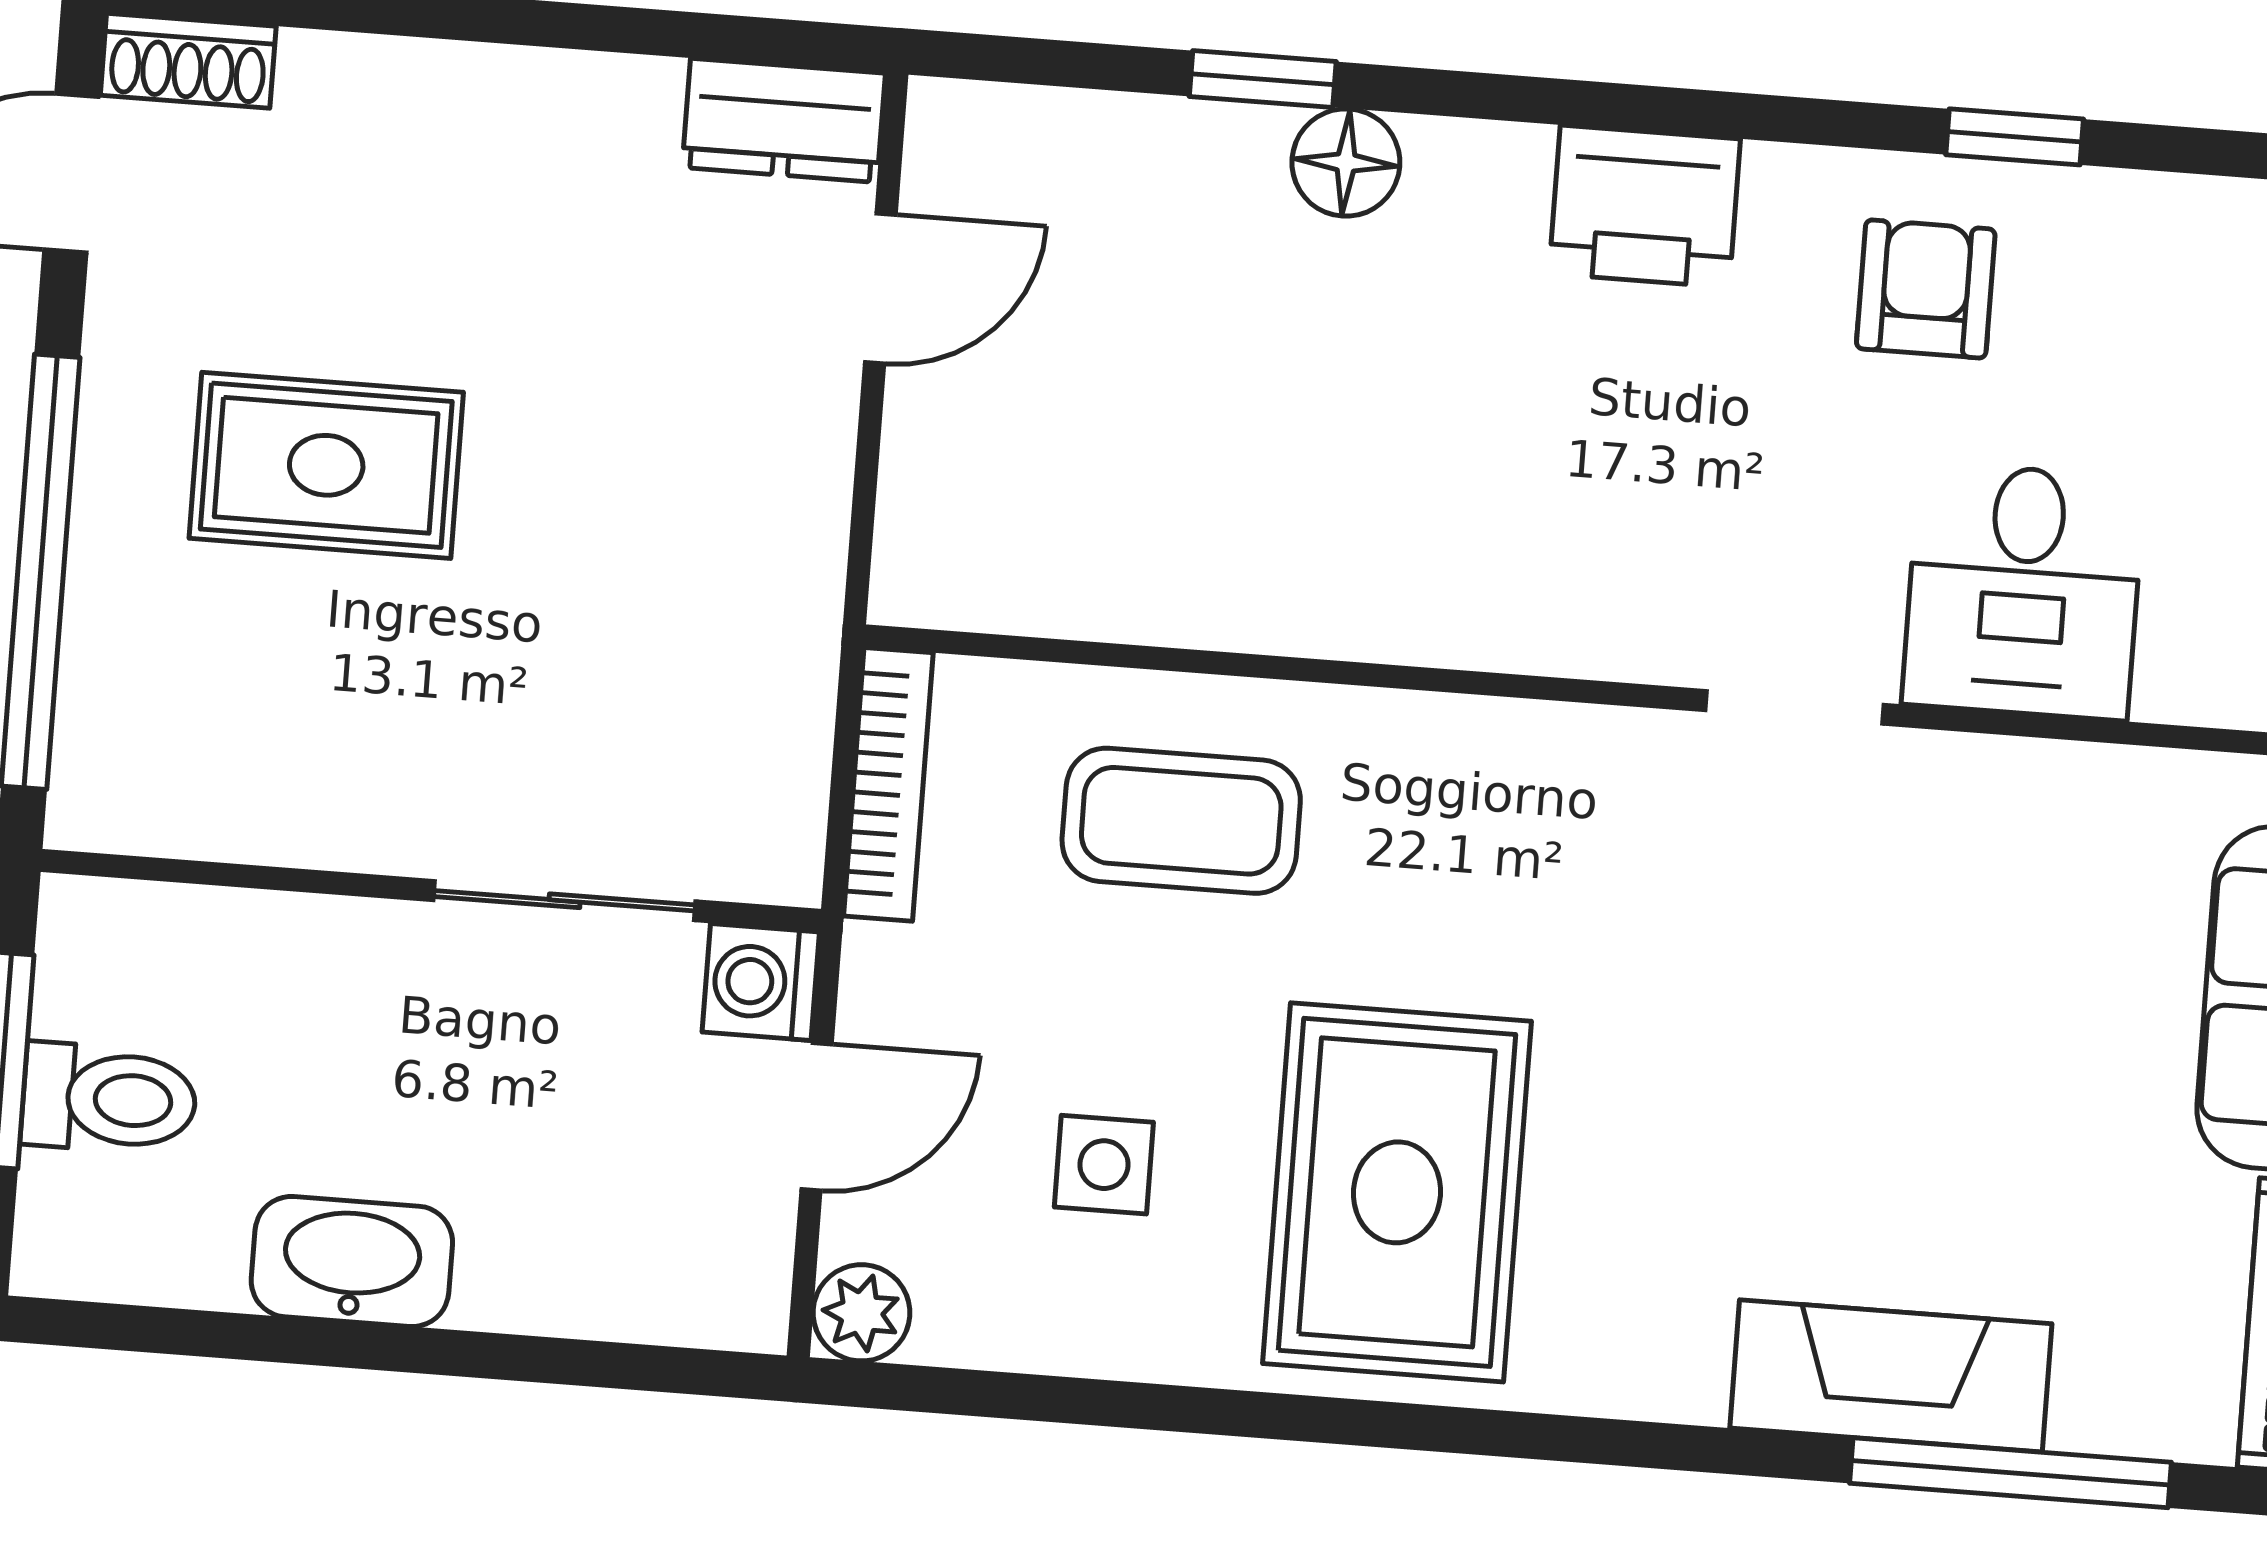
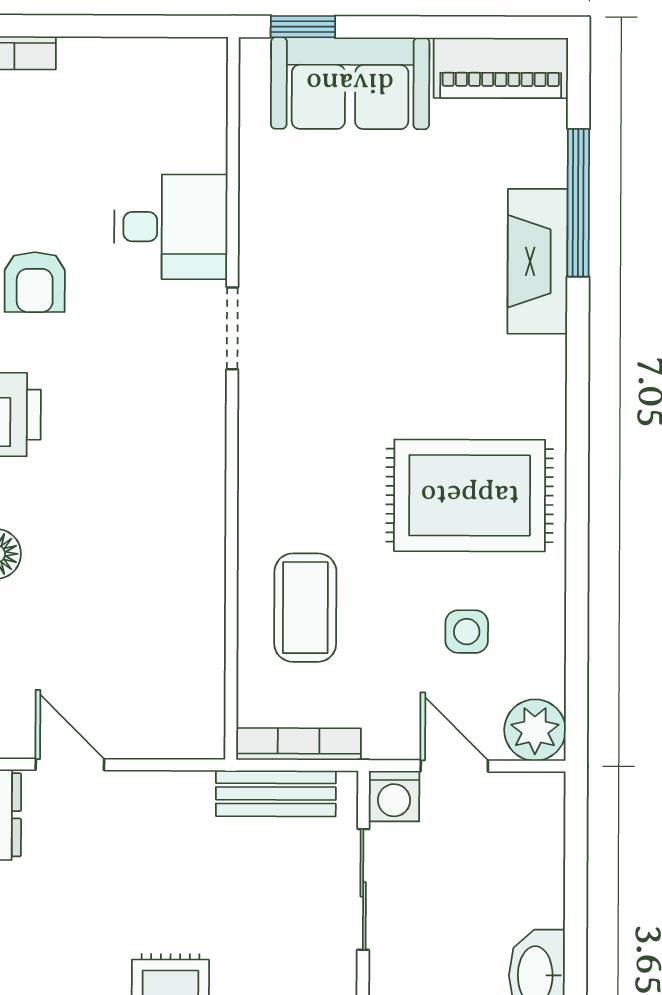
armchair: (1926, 289) -> (35, 282), turned -90
bench: (785, 728) -> (276, 793), added
plant: (861, 1313) -> (535, 730), width x1.38, depth x1.38

